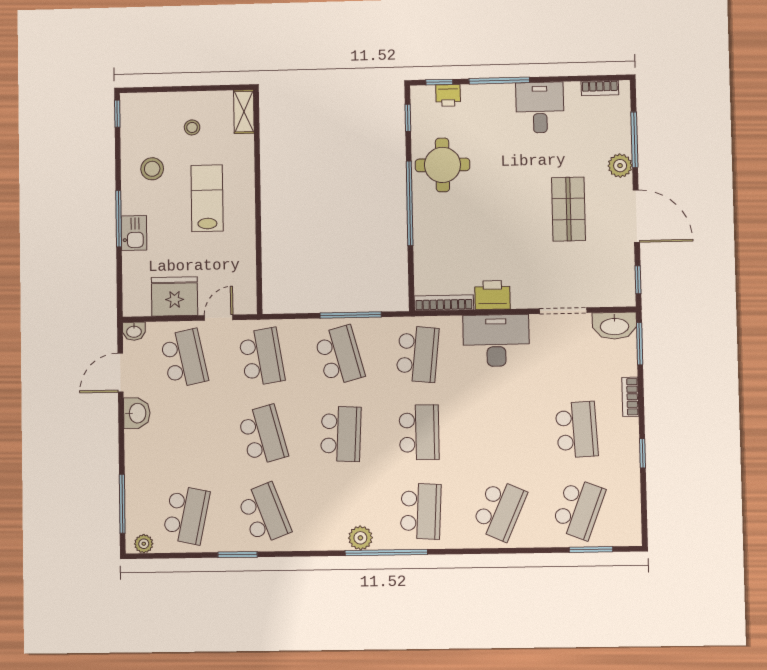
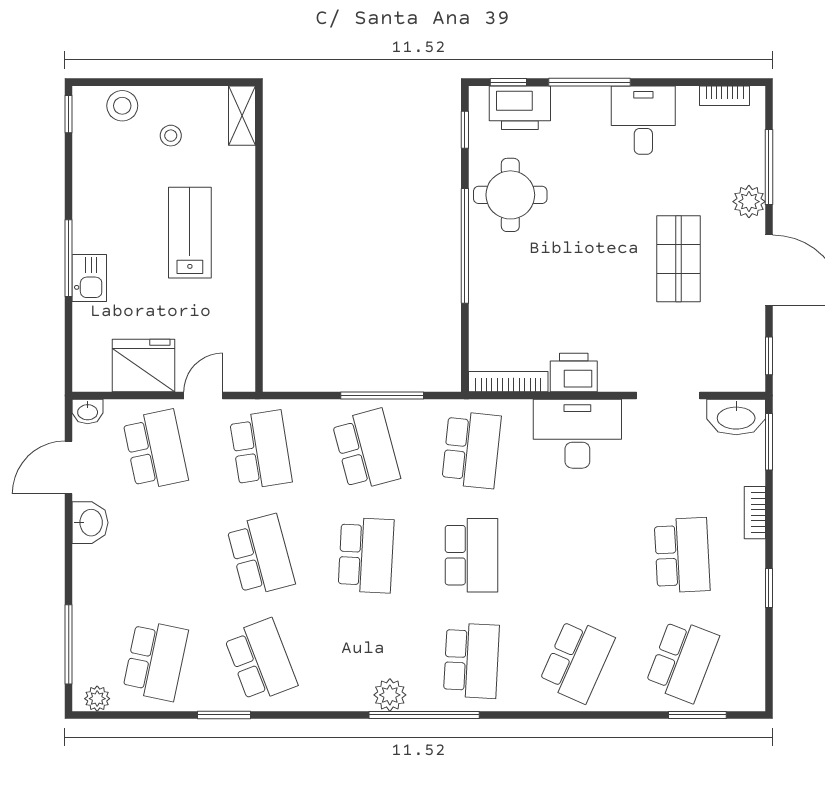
printer: (448, 95) -> (520, 108), width x1.87, depth x1.48
stool: (152, 169) -> (122, 106), moved

